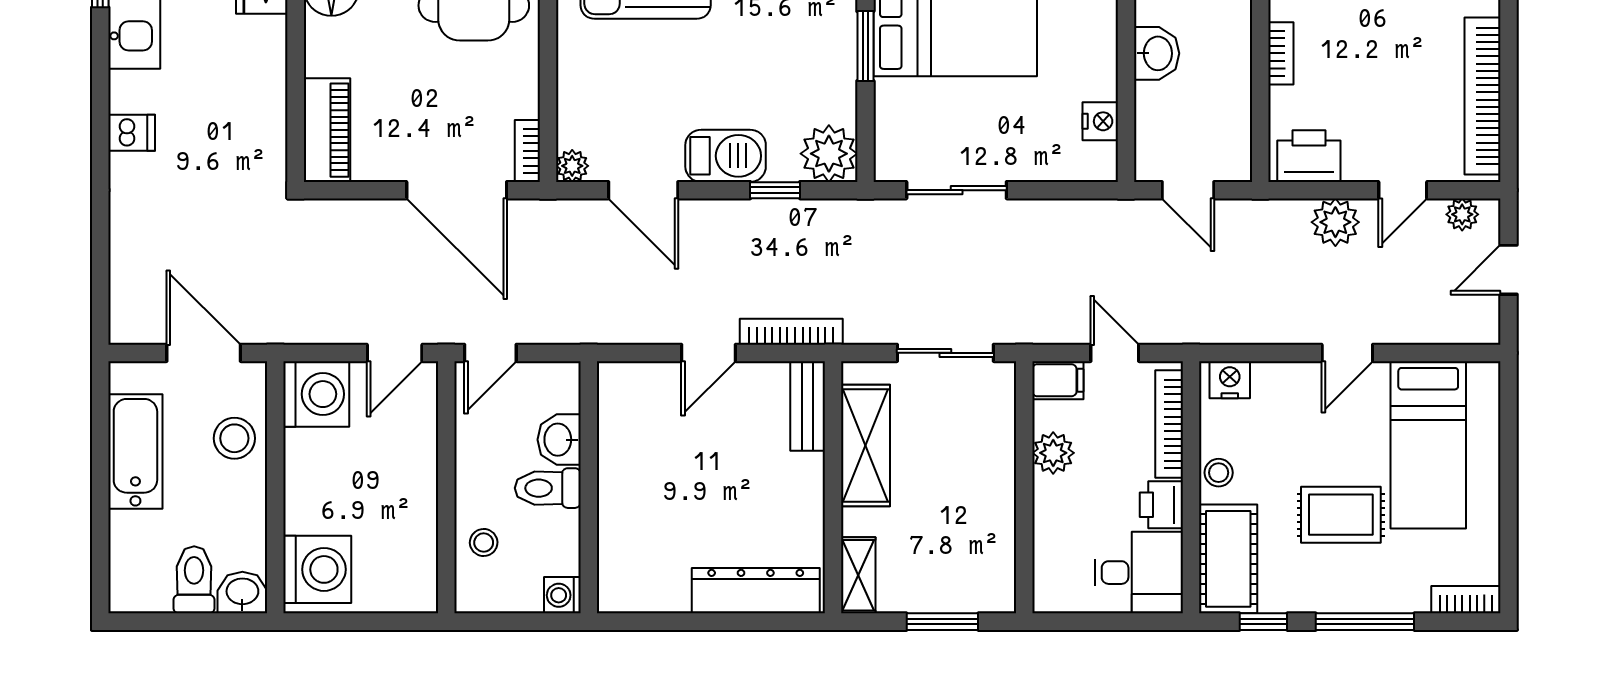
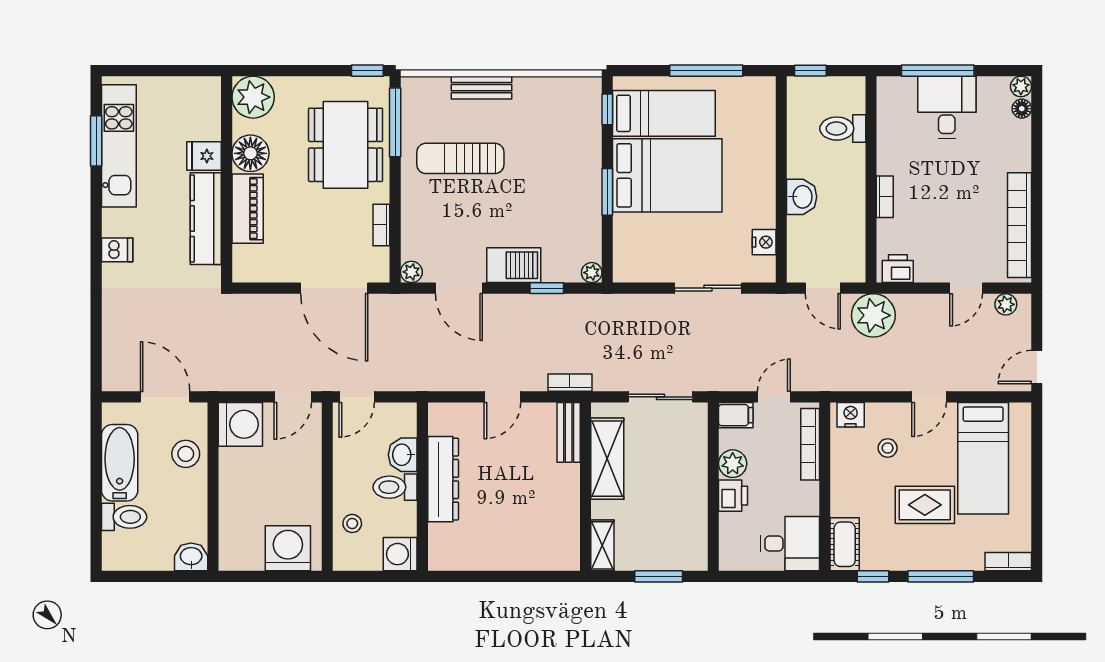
kitchen counter: (265, 86) -> (206, 219), added
piano: (327, 130) -> (248, 209), moved
bookcase: (527, 151) -> (381, 225), moved
plant: (829, 154) -> (592, 273), width x0.53, depth x0.53
printer: (1309, 156) -> (898, 269), width x0.73, depth x0.81
sliding door: (957, 190) -> (708, 288), moved
plant: (1335, 222) -> (873, 315), moved, width x1.36, depth x1.36
door: (1509, 270) -> (1037, 367), moved
bookcase: (791, 332) -> (570, 383), width x0.64
door: (1115, 353) -> (774, 397), hinge flipped
stool: (1219, 473) -> (888, 448), moved
printer: (1161, 505) -> (733, 496), moved, turned 180
cot: (1228, 559) -> (845, 544), width x0.73, depth x0.75
washing machine: (317, 569) -> (288, 548), moved, turned -90
toilet: (194, 580) -> (124, 517), moved, turned 90
dresser: (756, 591) -> (443, 479), moved, turned 90
washing machine: (562, 595) -> (400, 554), width x1.38, depth x1.38

